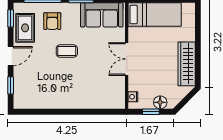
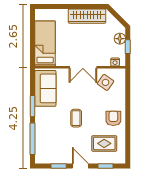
window: (11, 18) -> (59, 166), moved
armchair: (52, 21) -> (113, 118), moved, turned -90
rug: (25, 28) -> (104, 143), moved
side table: (109, 86) -> (106, 82), added

